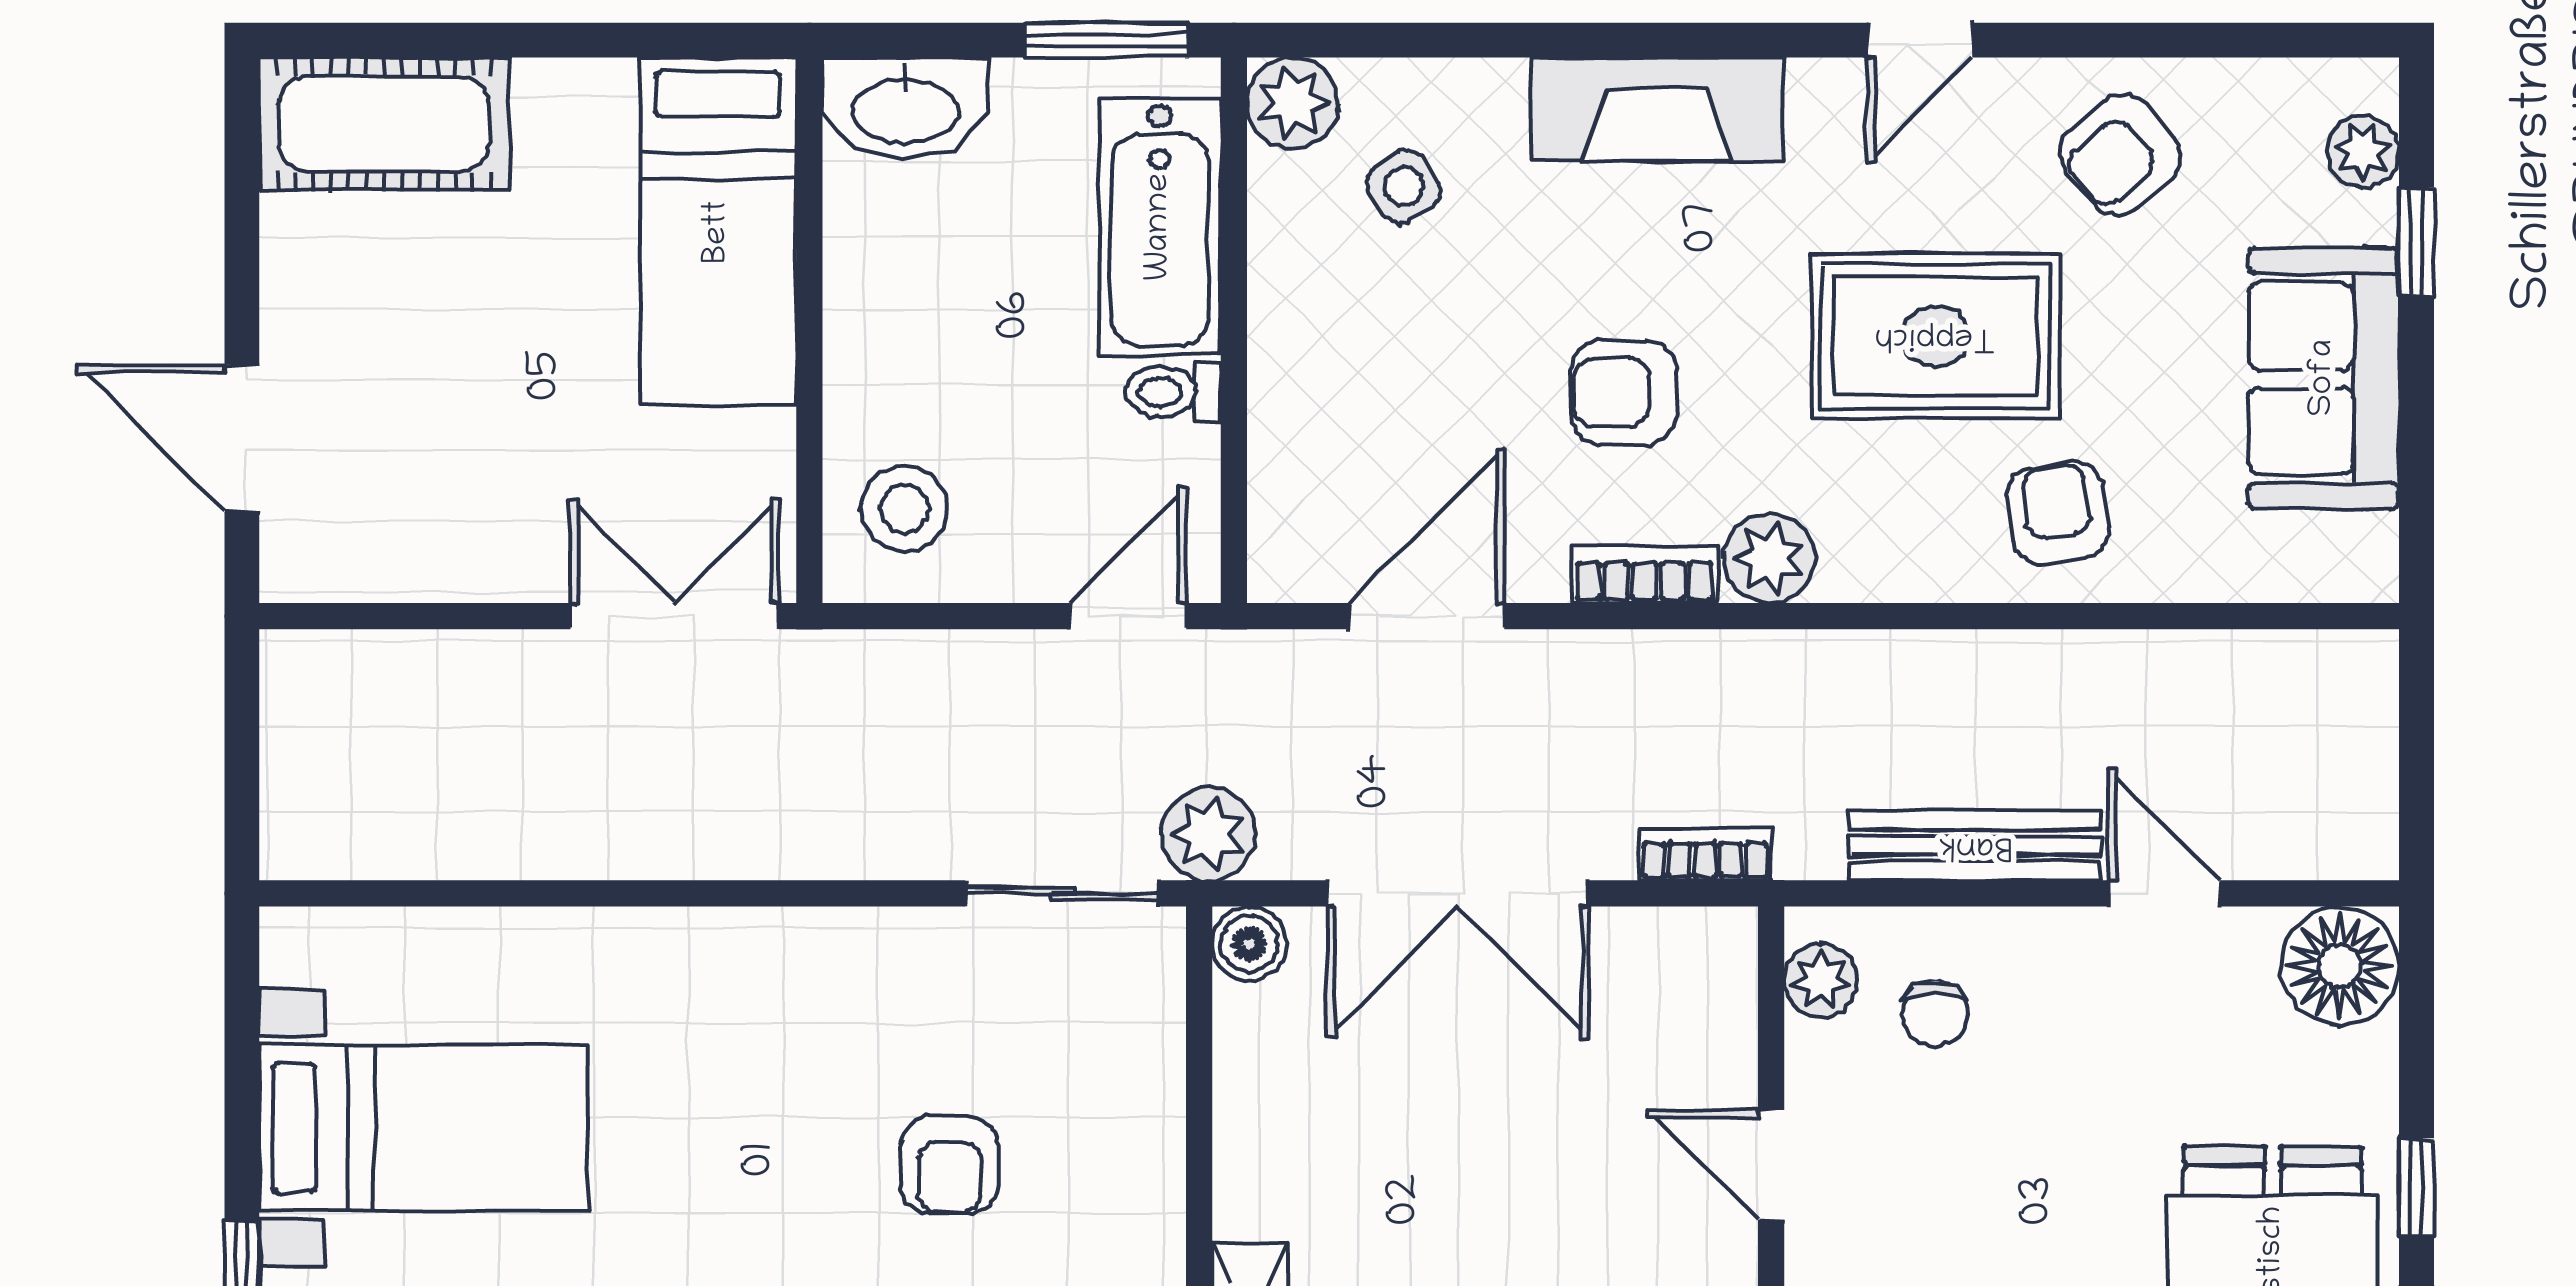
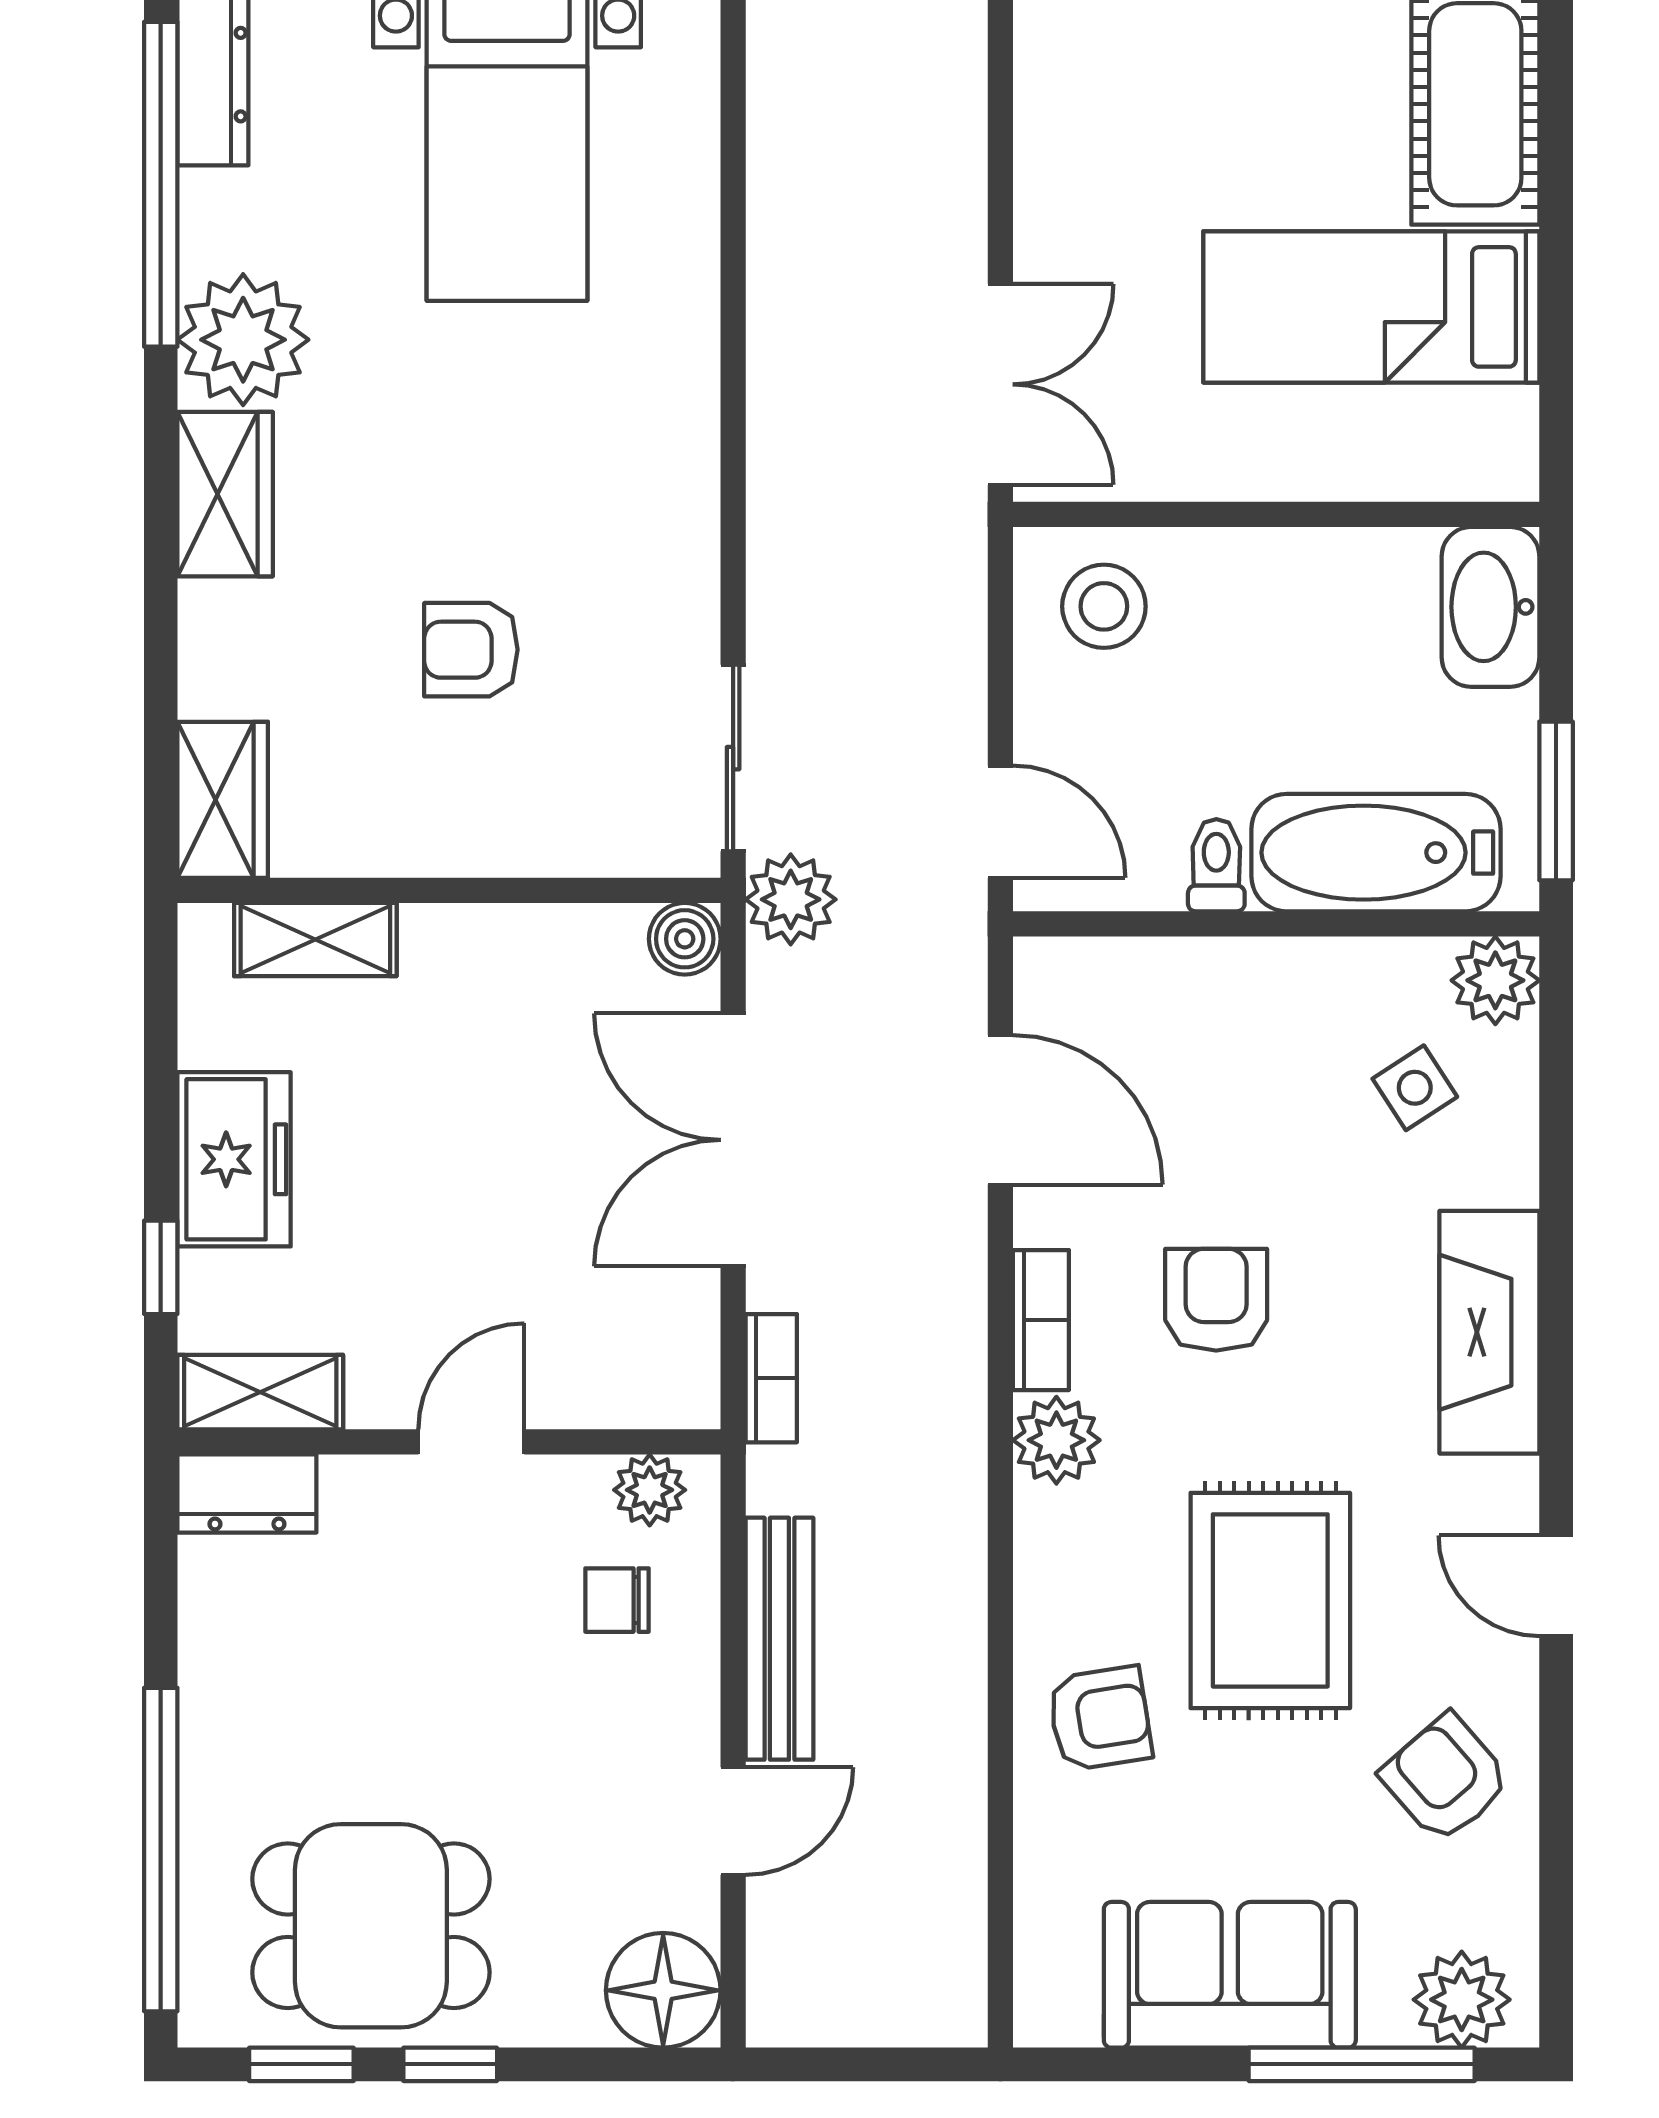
plant: (2363, 152) -> (1462, 2000), width x1.38, depth x1.38
bed: (718, 232) -> (1371, 307), moved
window: (2417, 242) -> (1362, 2064), width x2.17

